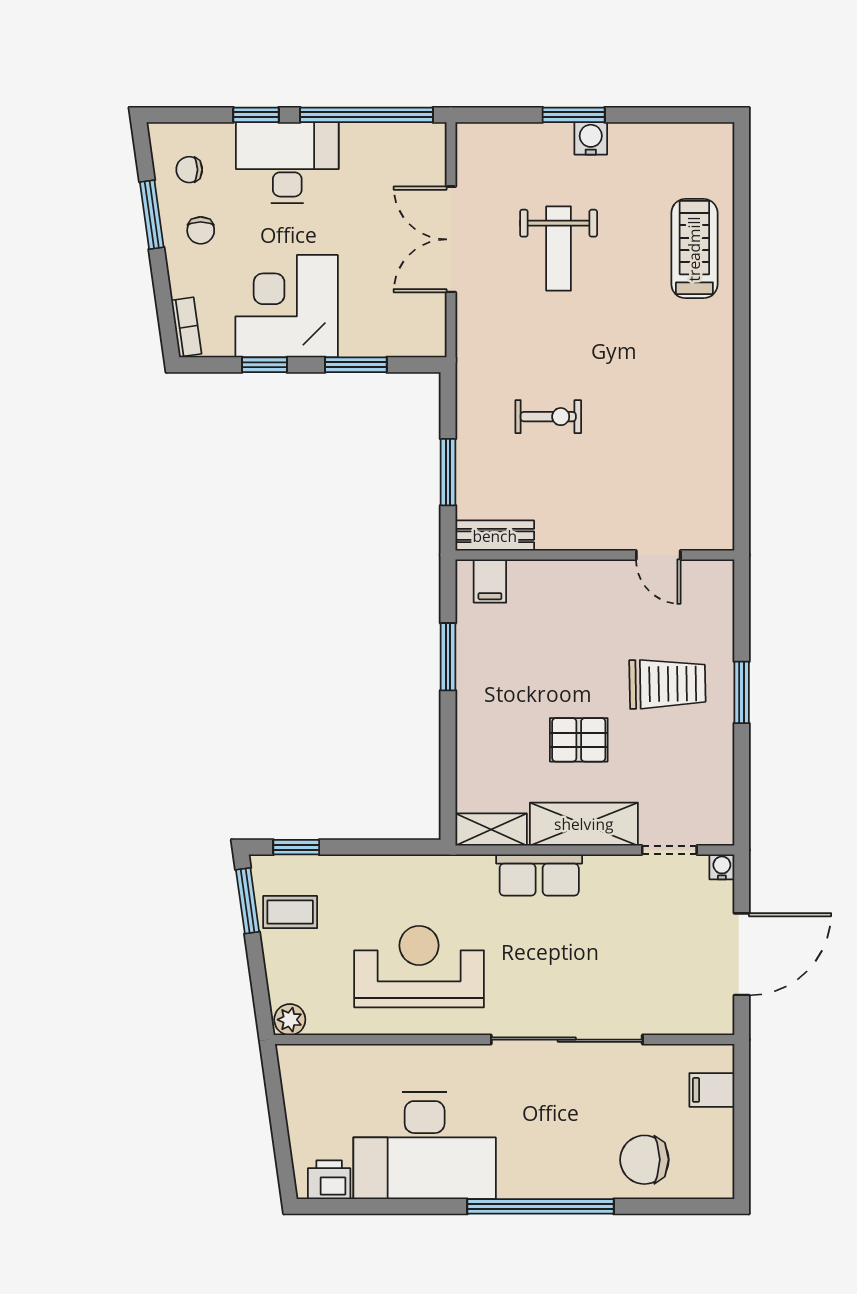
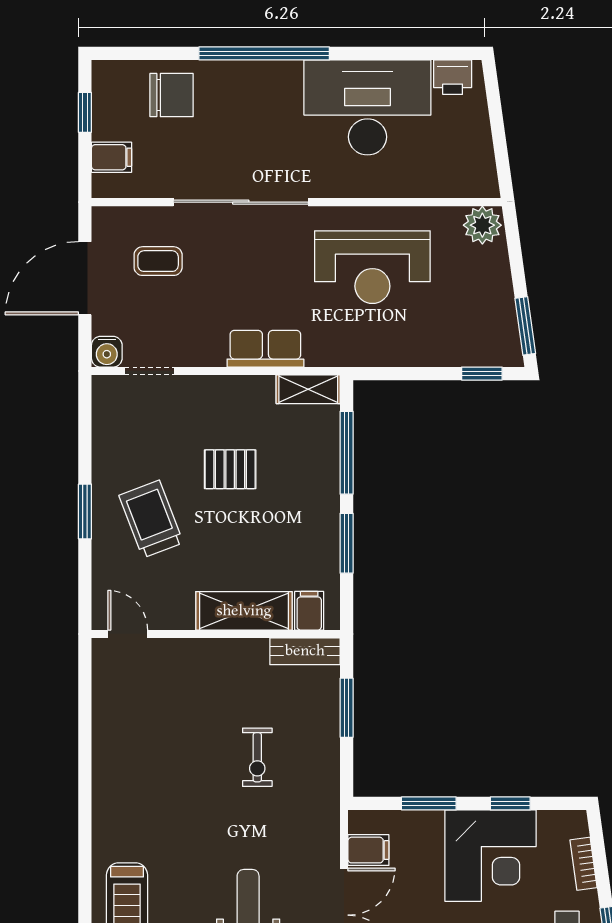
filing cabinet: (423, 312) -> (368, 850), added
bookcase: (186, 327) -> (583, 864), moved
exercise bike: (548, 417) -> (257, 757), turned -90
door: (658, 555) -> (128, 634), moved
trolley: (667, 684) -> (151, 519), turned 70
window: (448, 758) -> (347, 453), added
shelving: (584, 824) -> (244, 611), moved
water cooler: (722, 867) -> (107, 352), width x1.38, depth x1.38
coffee table: (290, 912) -> (158, 261), moved
plant: (290, 1020) -> (482, 225), width x1.38, depth x1.38
window: (742, 1140) -> (85, 112), added

